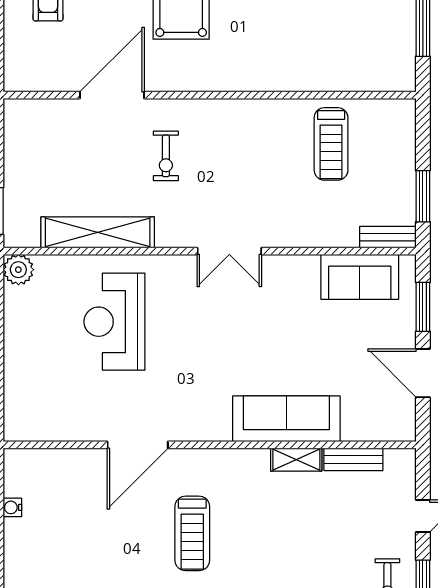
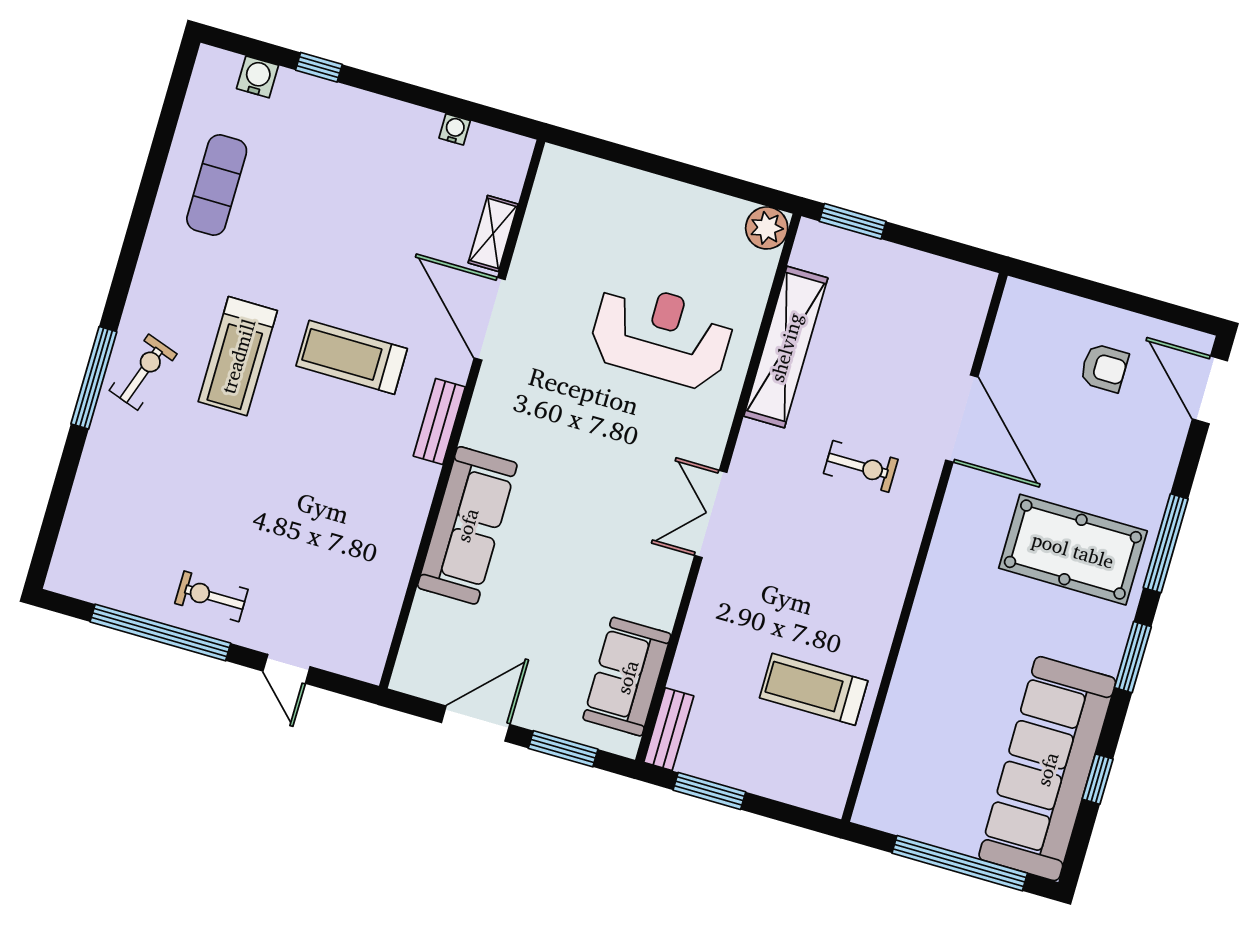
exercise bike: (166, 156) -> (861, 466), turned 180
bench: (353, 459) -> (439, 421), moved
shelving: (296, 460) -> (493, 233), moved

